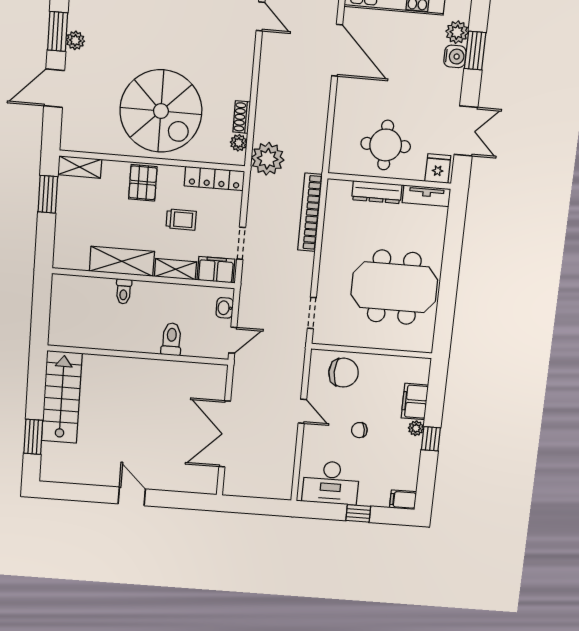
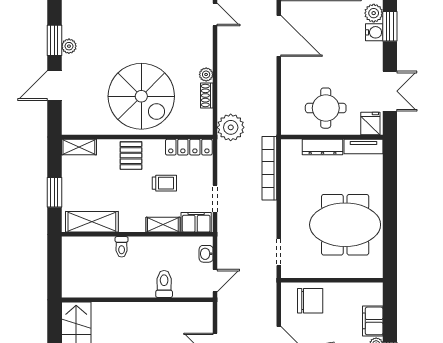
plant: (239, 143) -> (206, 74), moved
window: (48, 194) -> (54, 192), moved
shelving: (122, 261) -> (92, 222), moved

